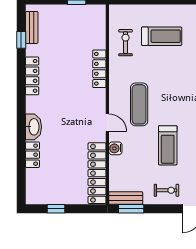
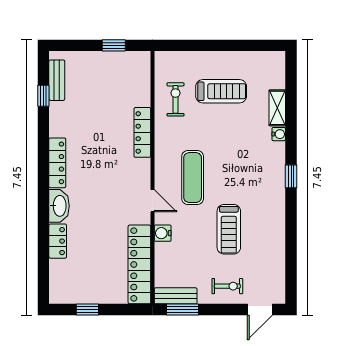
locker: (32, 76) -> (57, 163), moved

